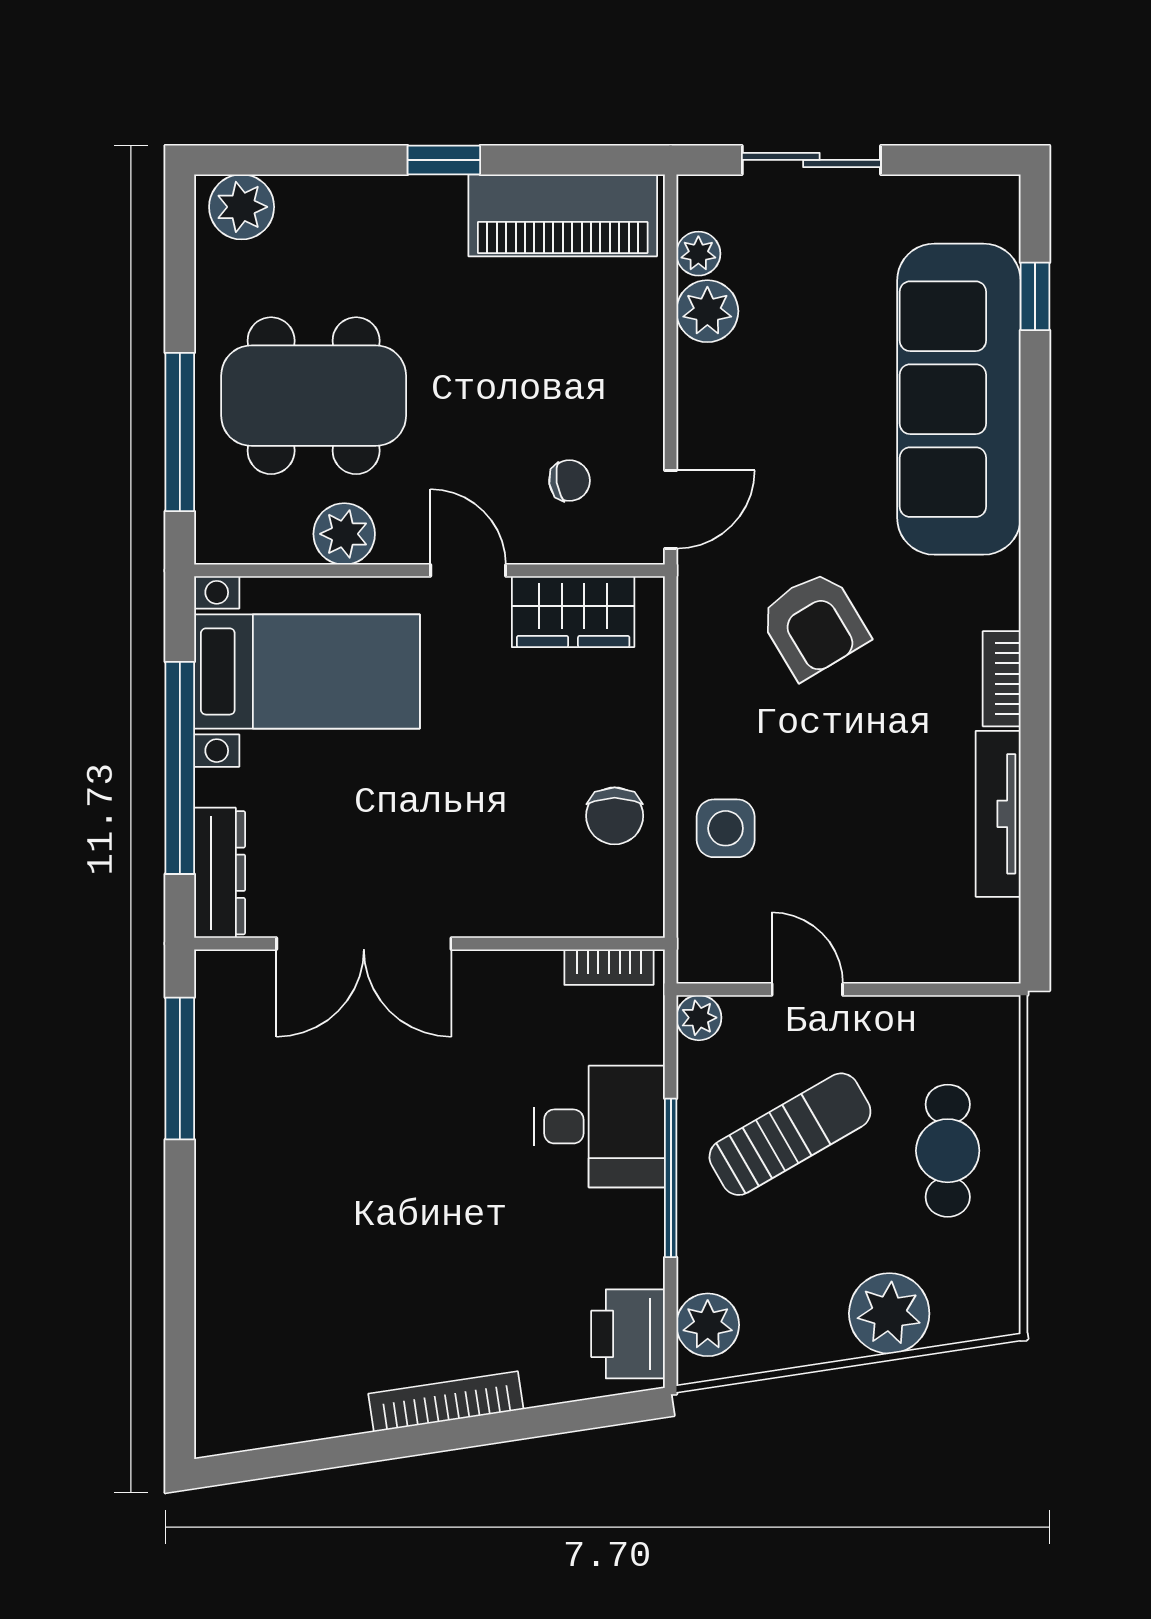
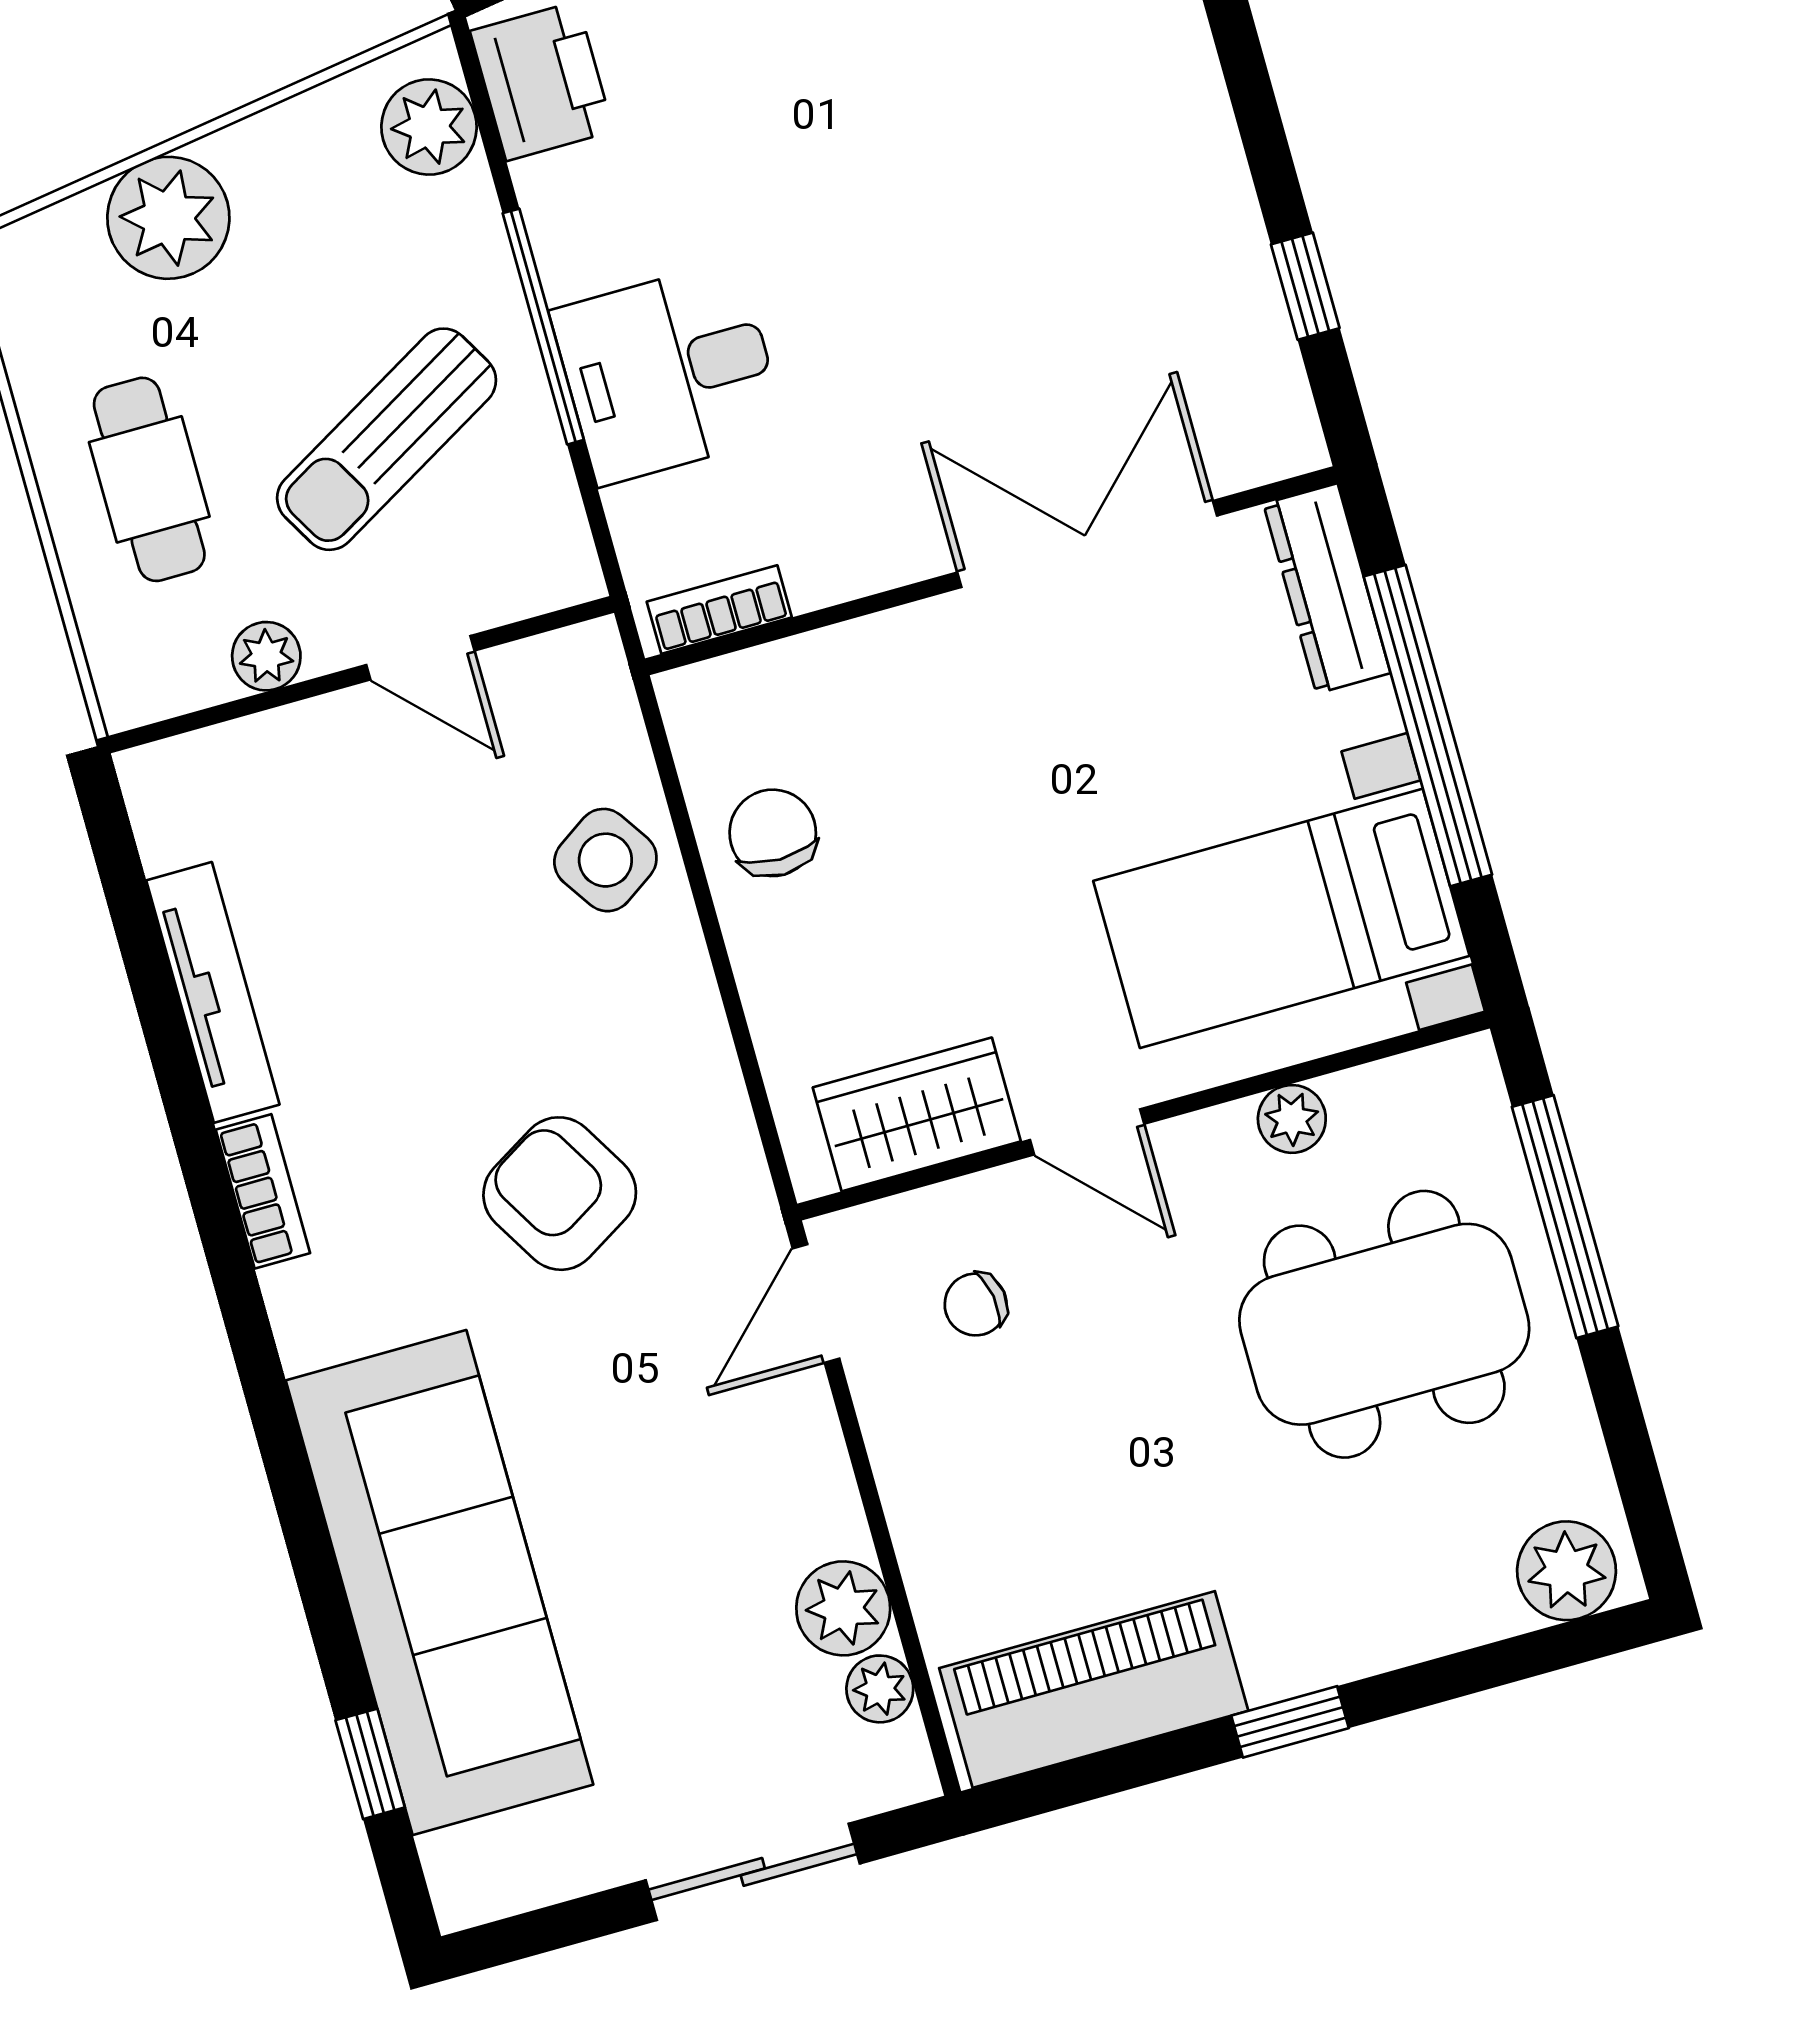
plant: (344, 534) -> (1292, 1119), width x0.73, depth x0.73
side table: (726, 828) -> (605, 860), turned -34
plant: (699, 1018) -> (266, 656), moved
window: (180, 1068) -> (1305, 286), width x0.46

